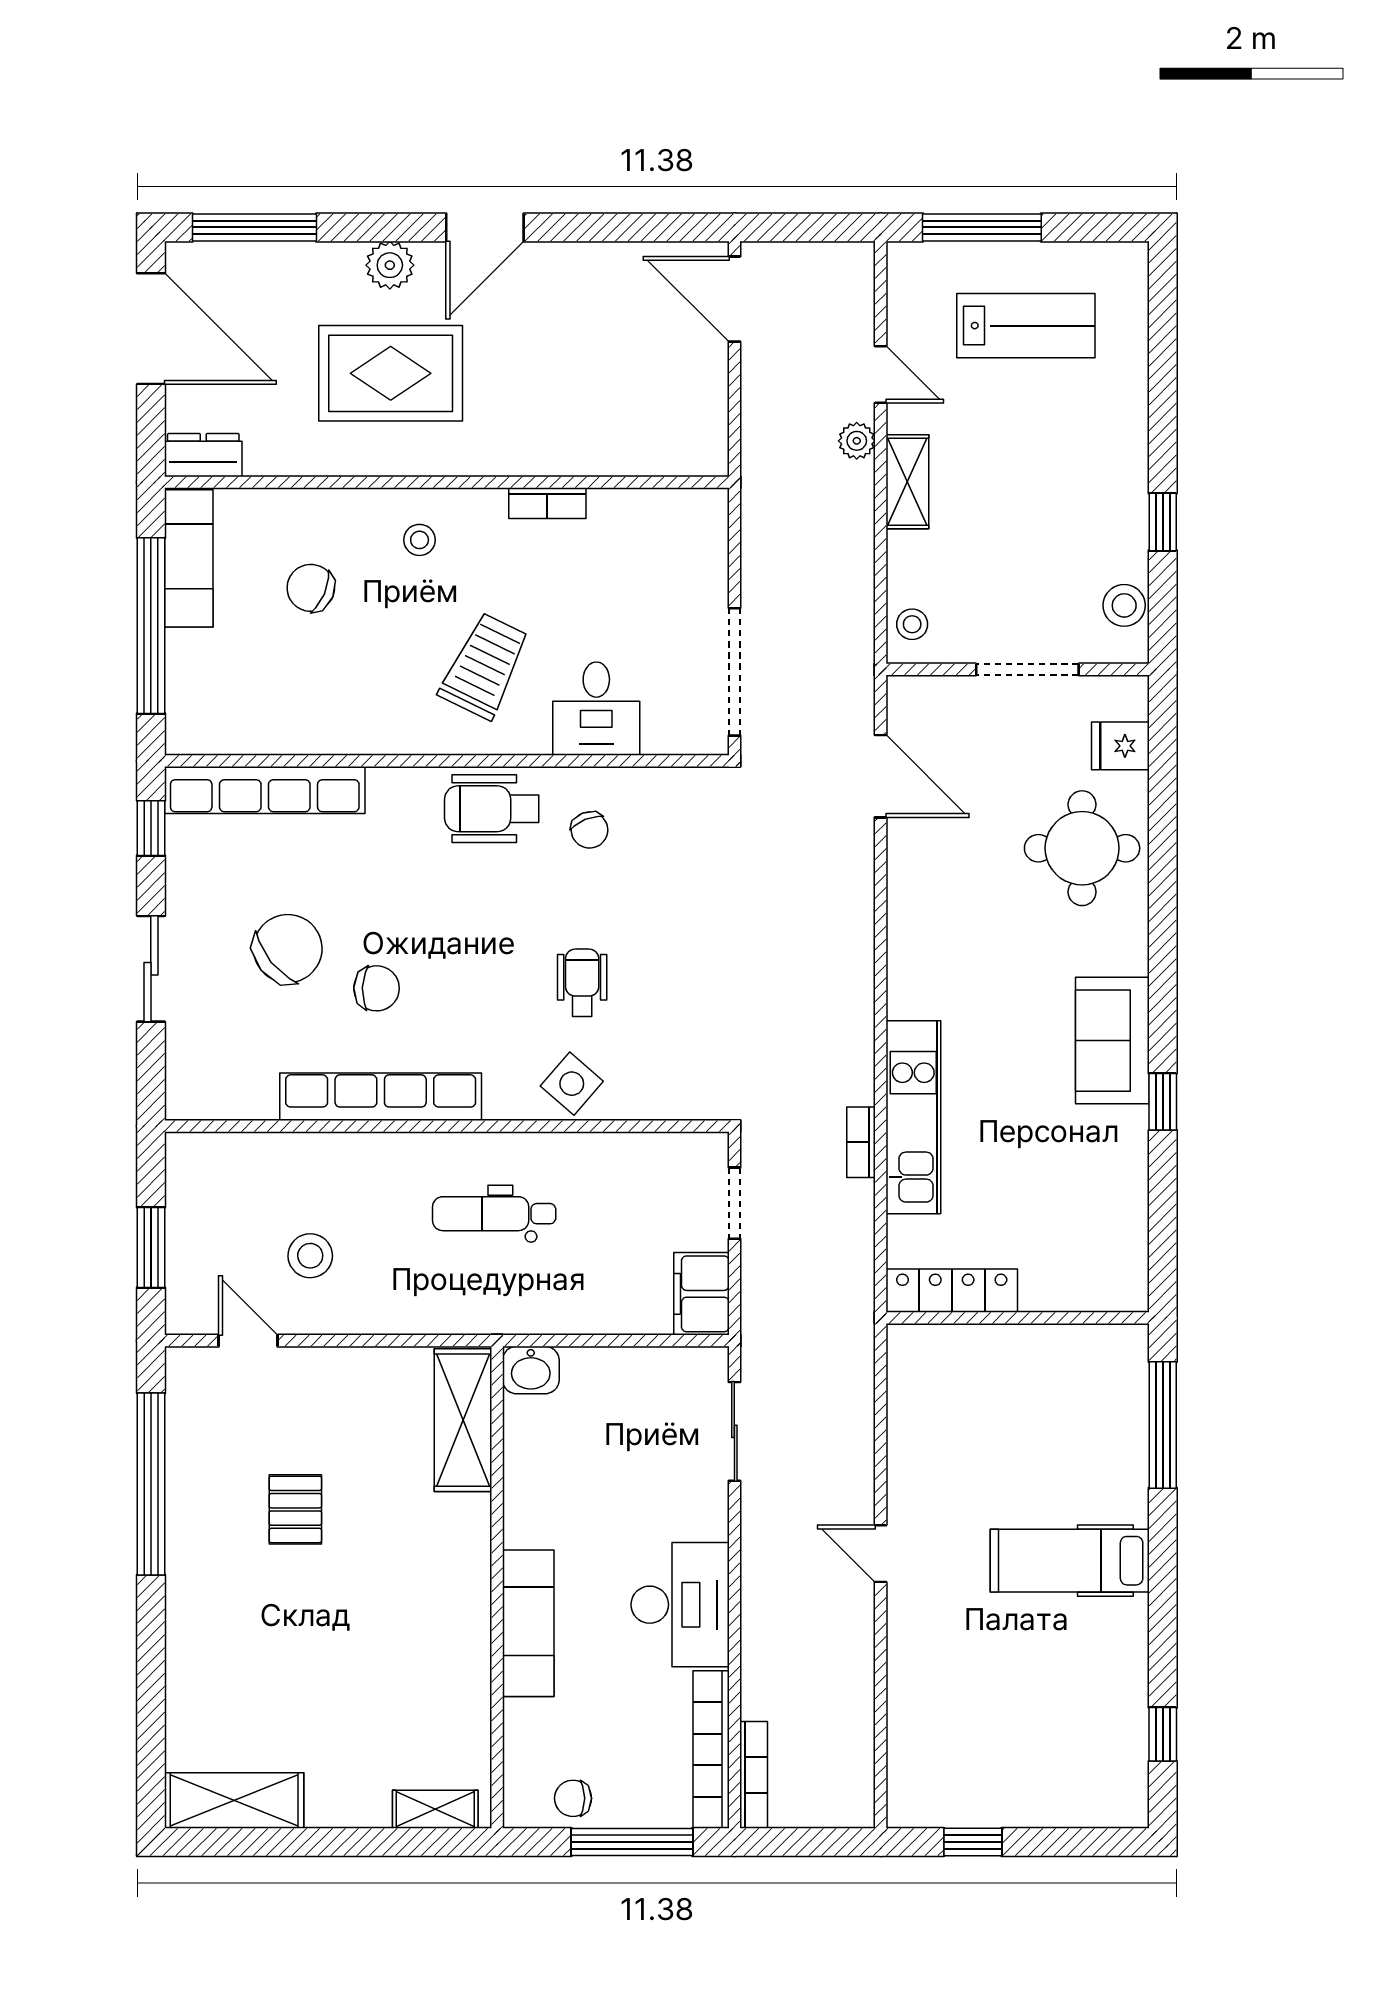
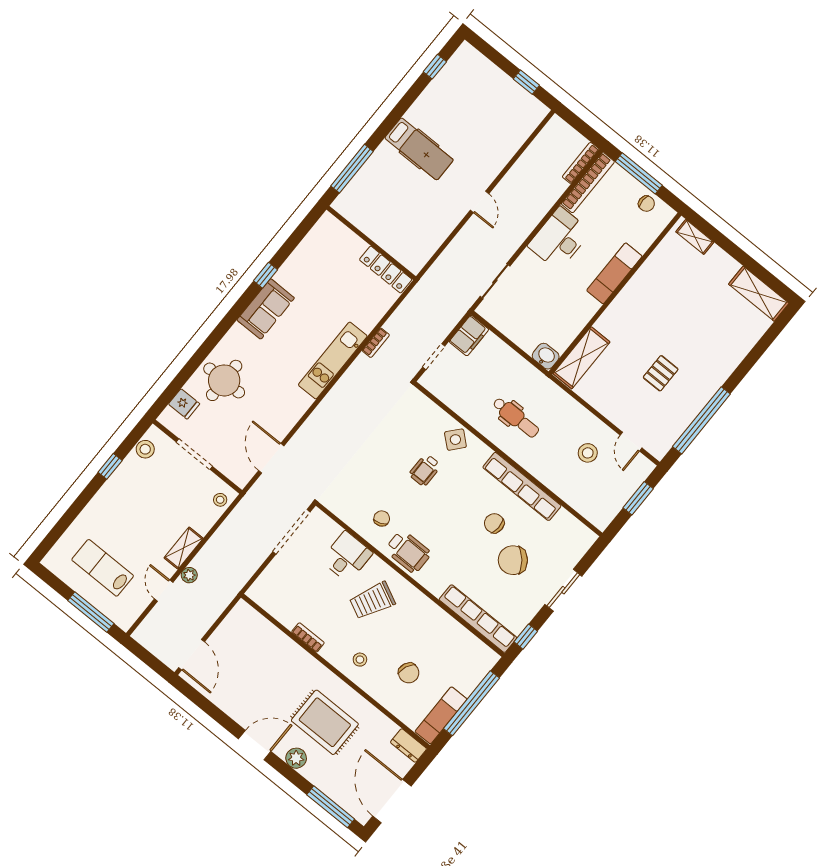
kitchen unit: (913, 1117) -> (333, 360), moved

